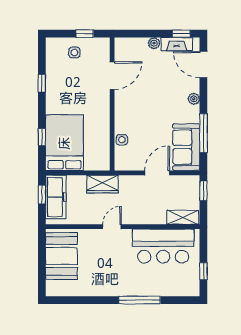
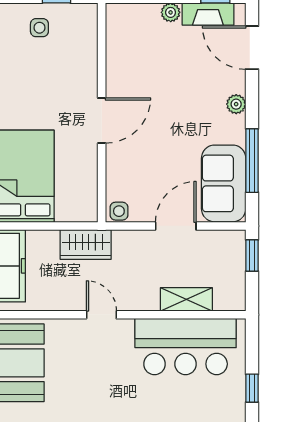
door: (112, 76) -> (102, 121), moved
side table: (122, 140) -> (119, 211), moved
shelving: (183, 217) -> (186, 299), moved
door: (112, 227) -> (101, 315), hinge flipped

